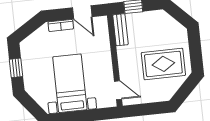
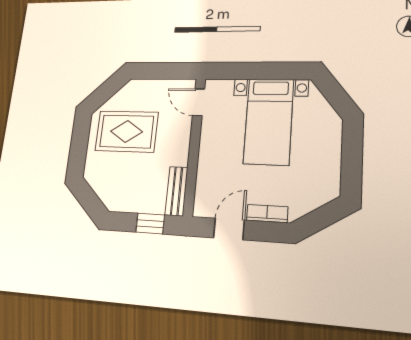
door: (82, 12) -> (229, 229), hinge flipped
window: (16, 68) -> (352, 157), removed

